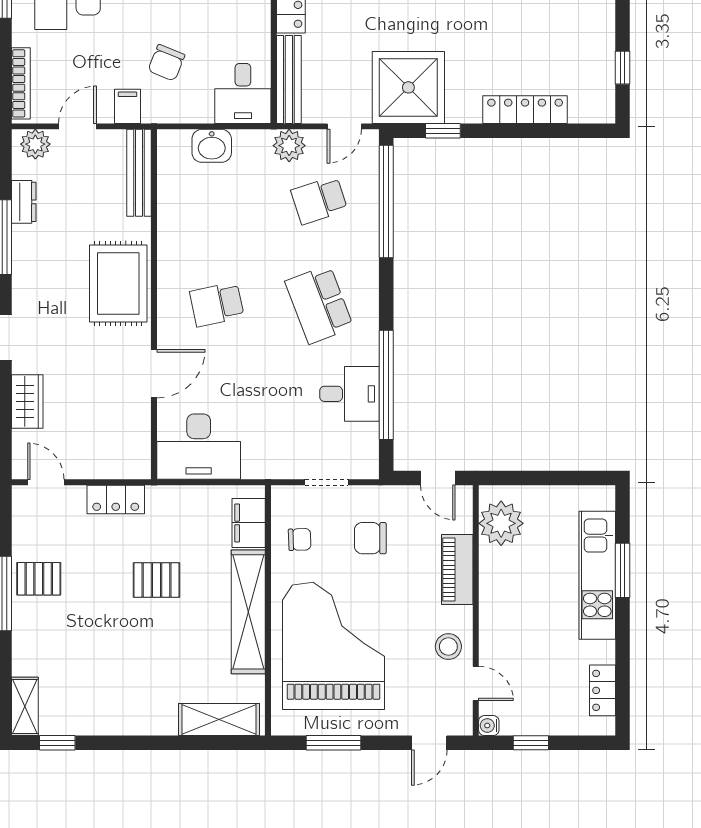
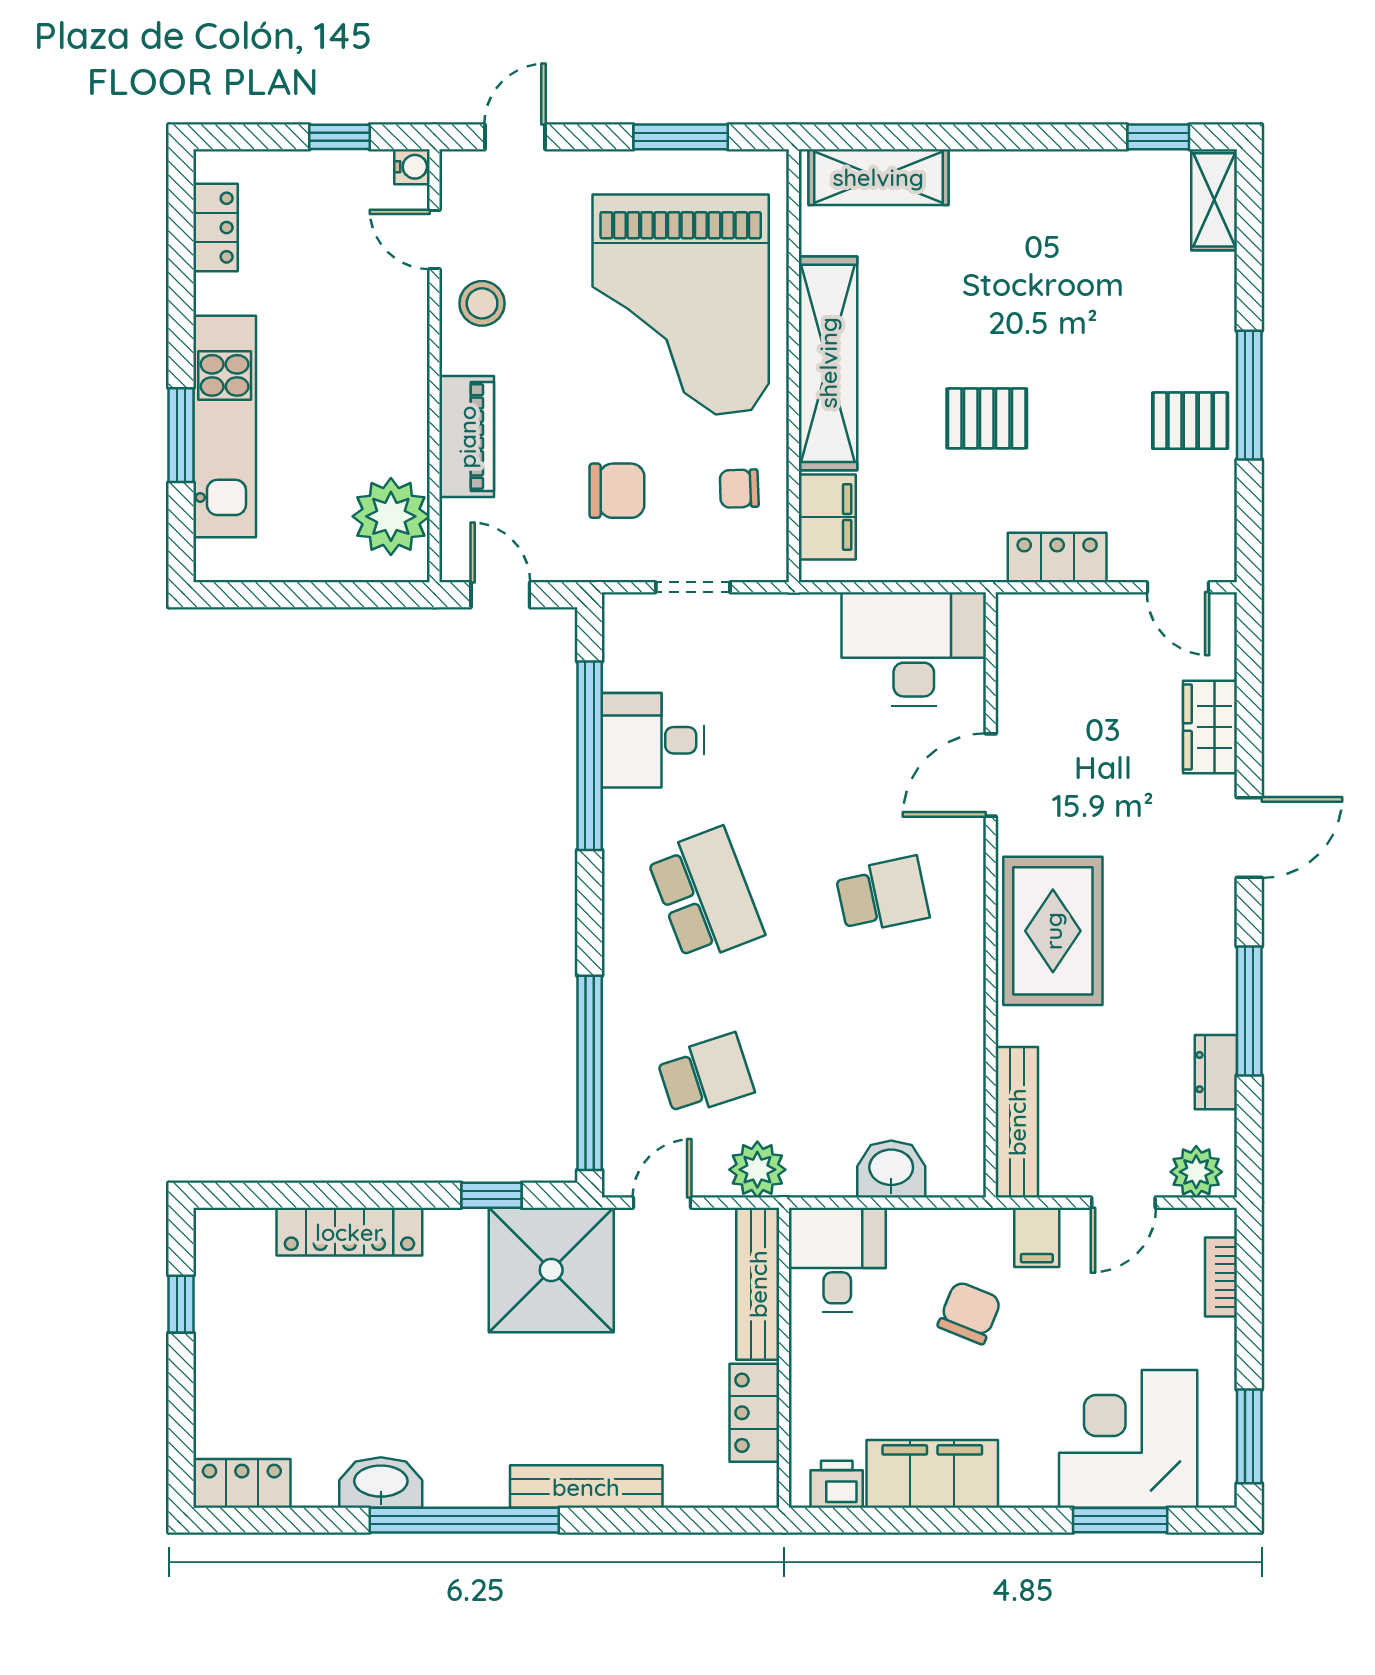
bookcase: (21, 83) -> (1221, 1277), width x0.64

